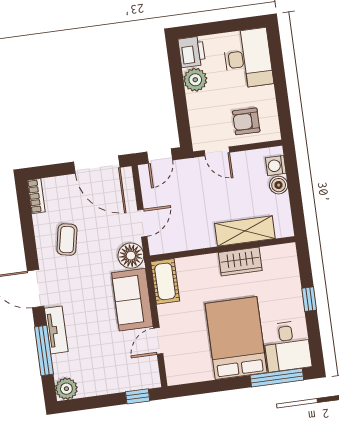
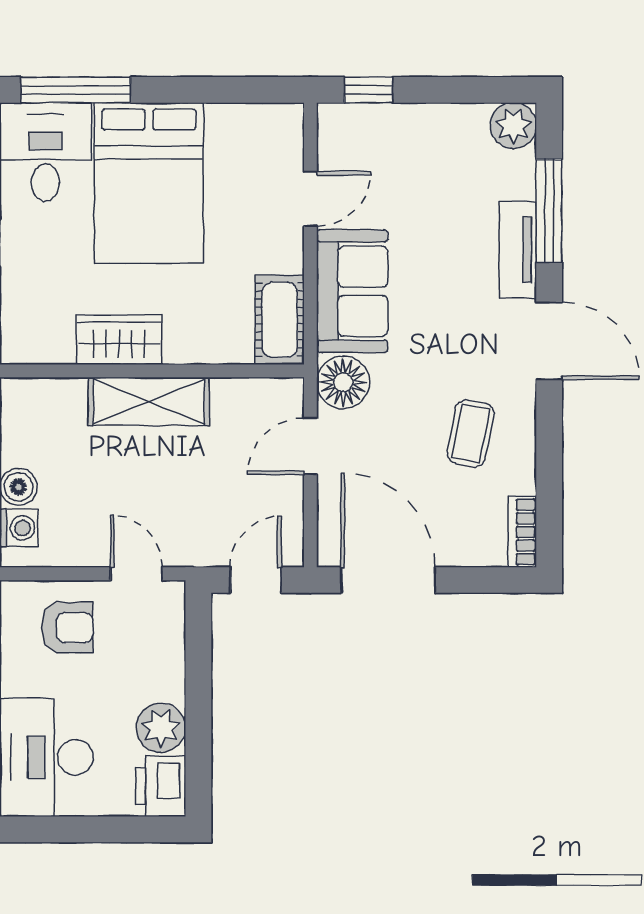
shelving: (245, 231) -> (149, 401), moved

